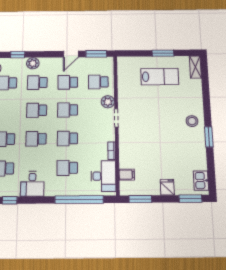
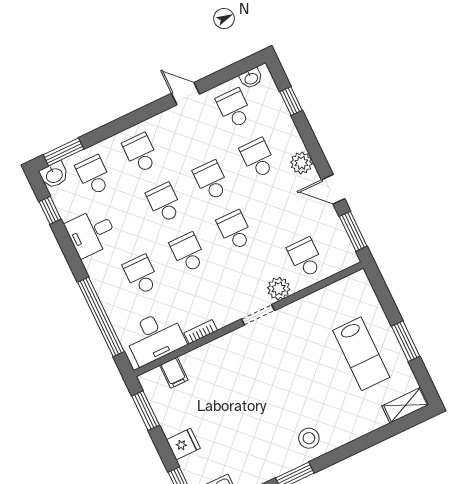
plant: (33, 63) -> (301, 163), moved
school desk: (68, 82) -> (282, 208), removed

